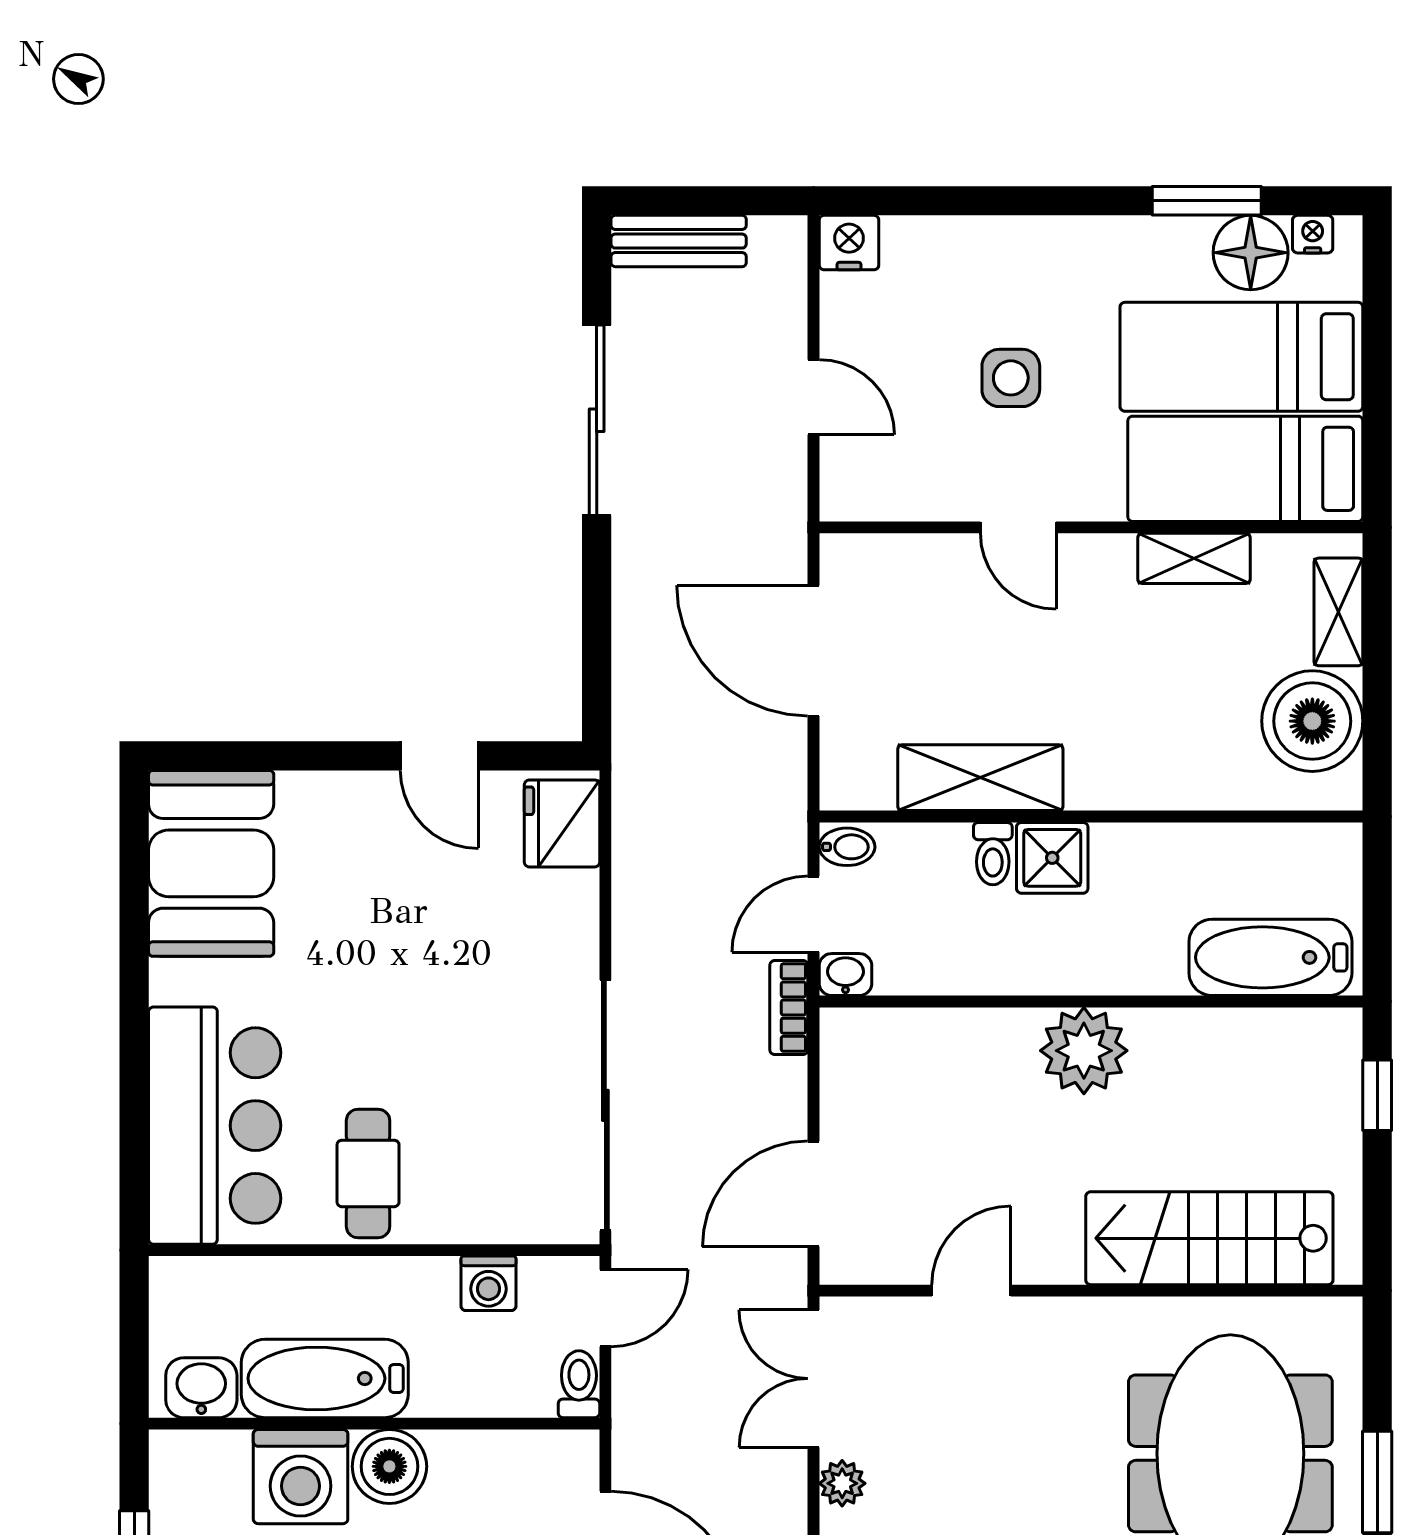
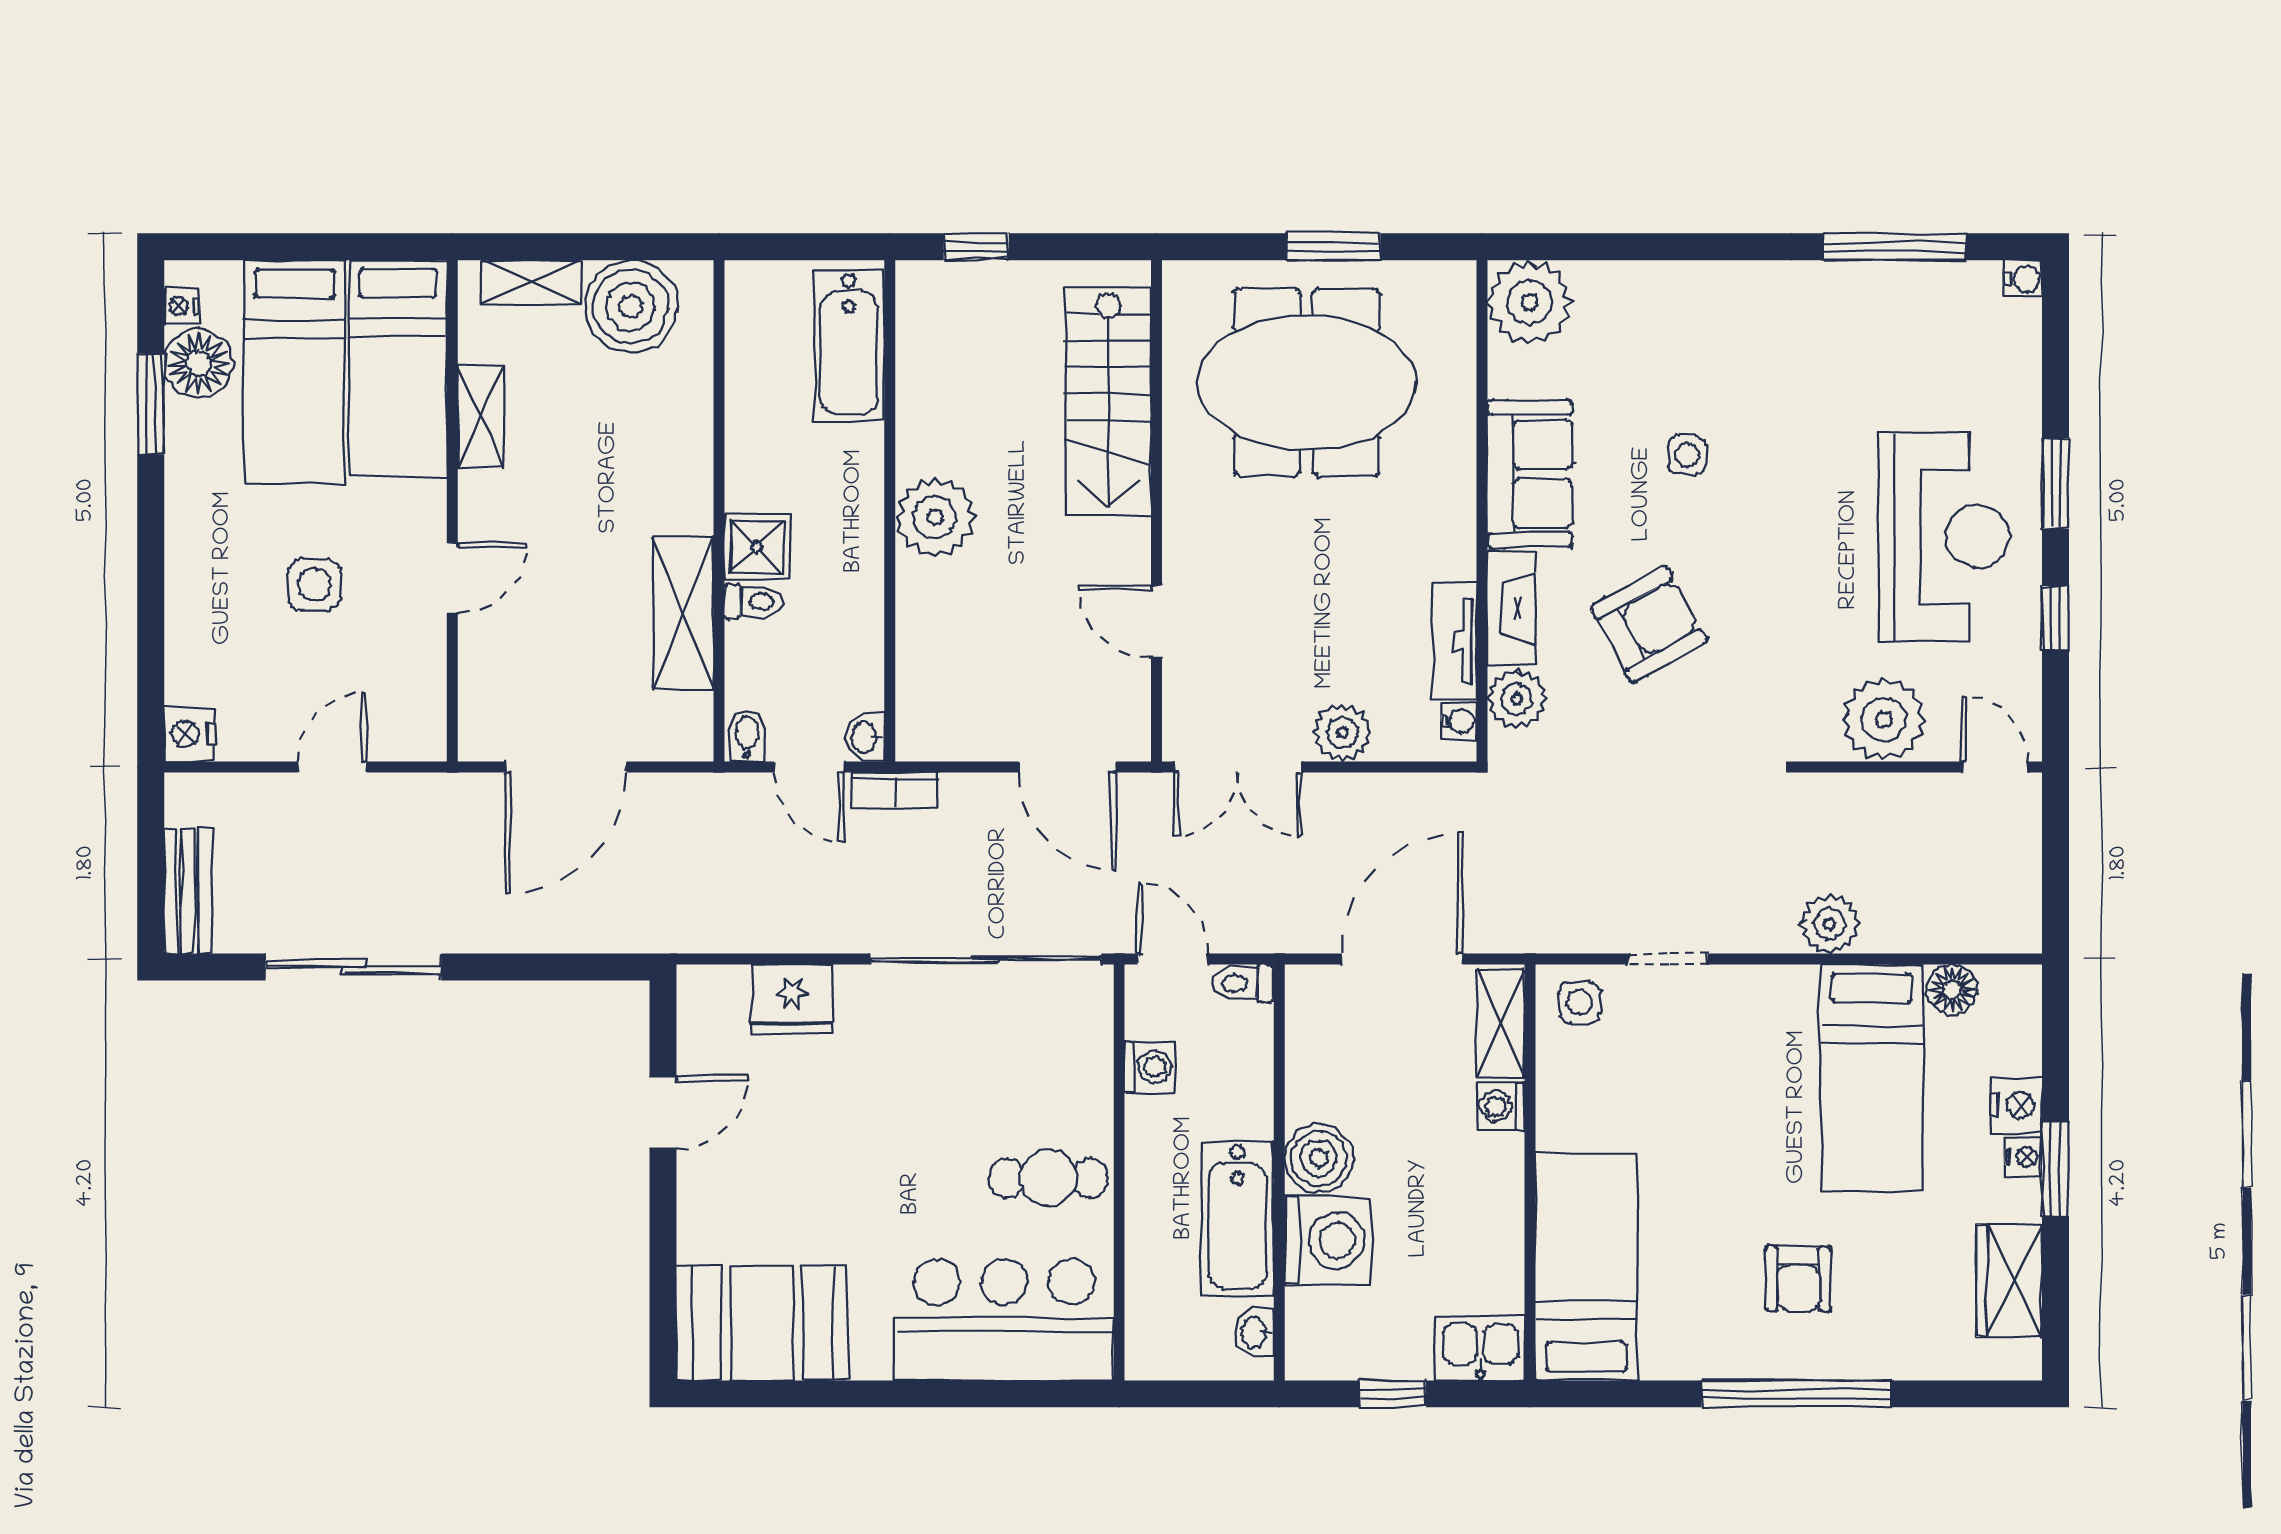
fridge: (562, 823) -> (792, 999), moved
washbasin: (201, 1388) -> (1255, 1332), width x0.72, depth x0.69
plant: (842, 1483) -> (1342, 733), width x1.38, depth x1.38

